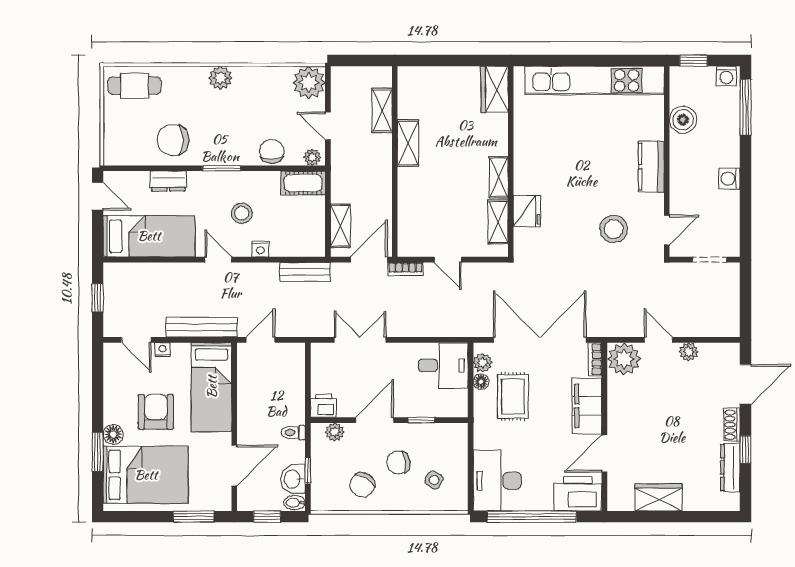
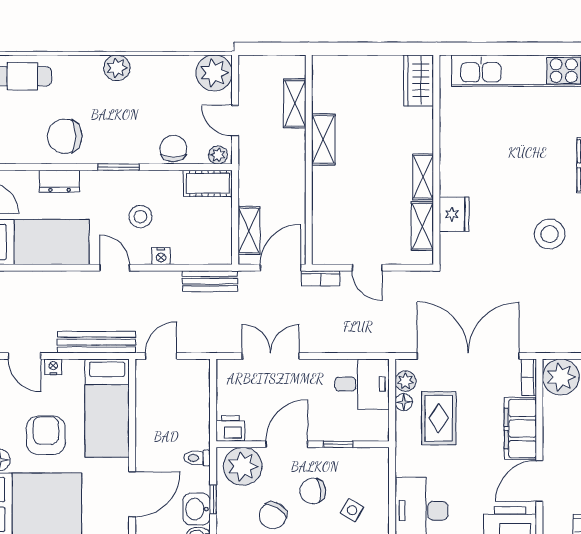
plant: (335, 432) -> (243, 466), width x1.87, depth x1.87

